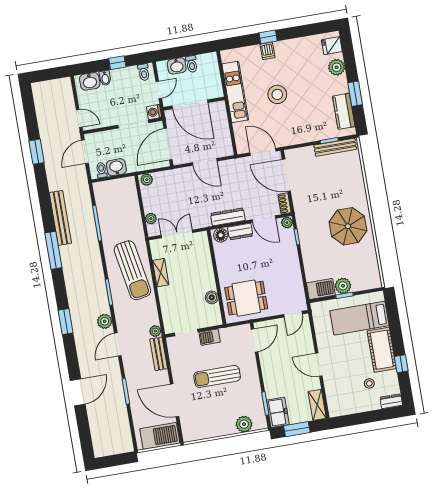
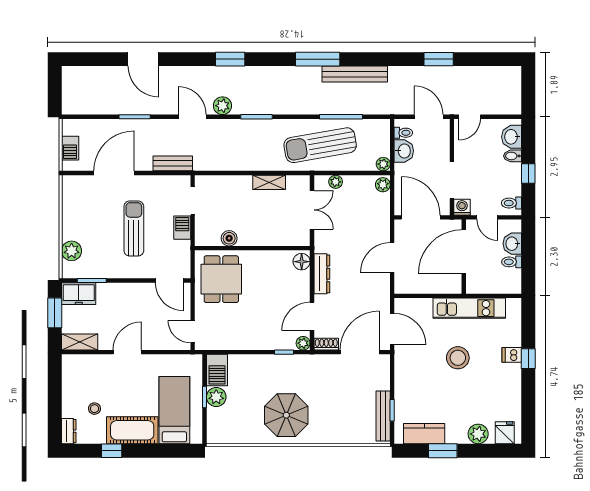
door: (263, 152) -> (392, 329), hinge flipped
dresser: (240, 232) -> (302, 286), removed
sun lounger: (132, 270) -> (320, 145), moved
plant: (155, 331) -> (383, 164), moved
barbecue: (160, 436) -> (70, 148), width x0.53, depth x0.65

